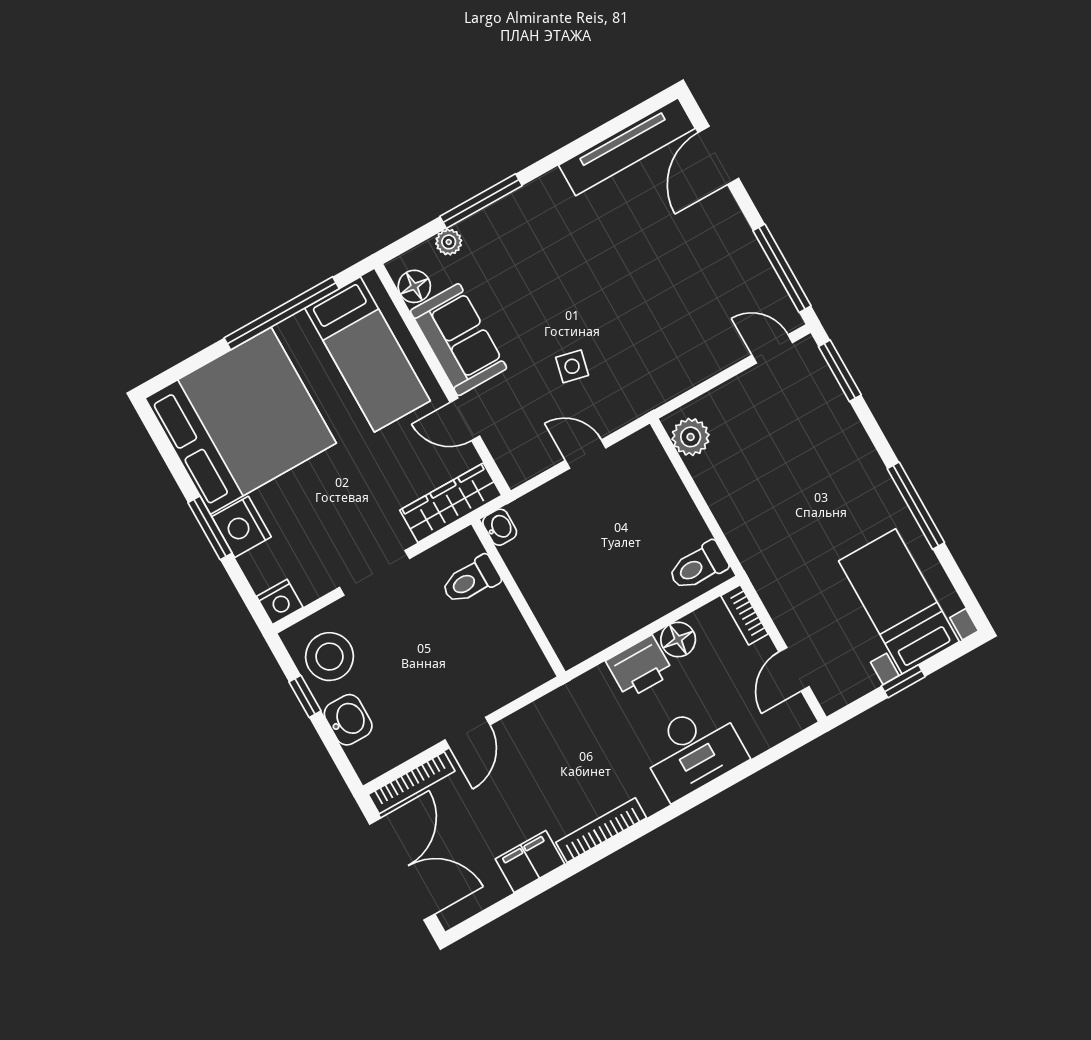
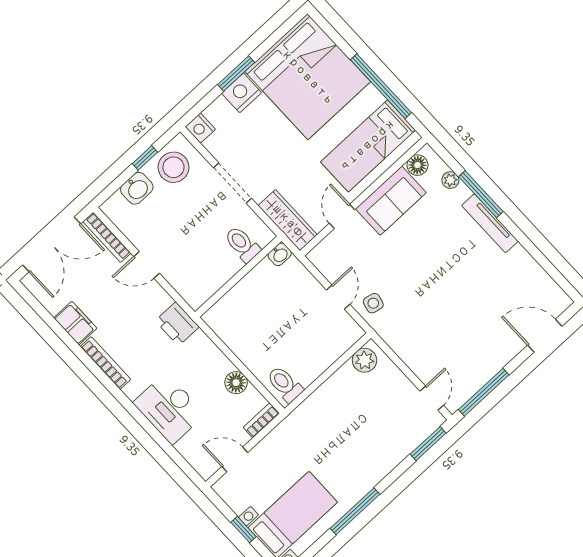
tv unit: (627, 147) -> (490, 223), moved, width x0.73, depth x0.78
side table: (572, 366) -> (373, 303), moved
printer: (640, 667) -> (177, 324), moved

